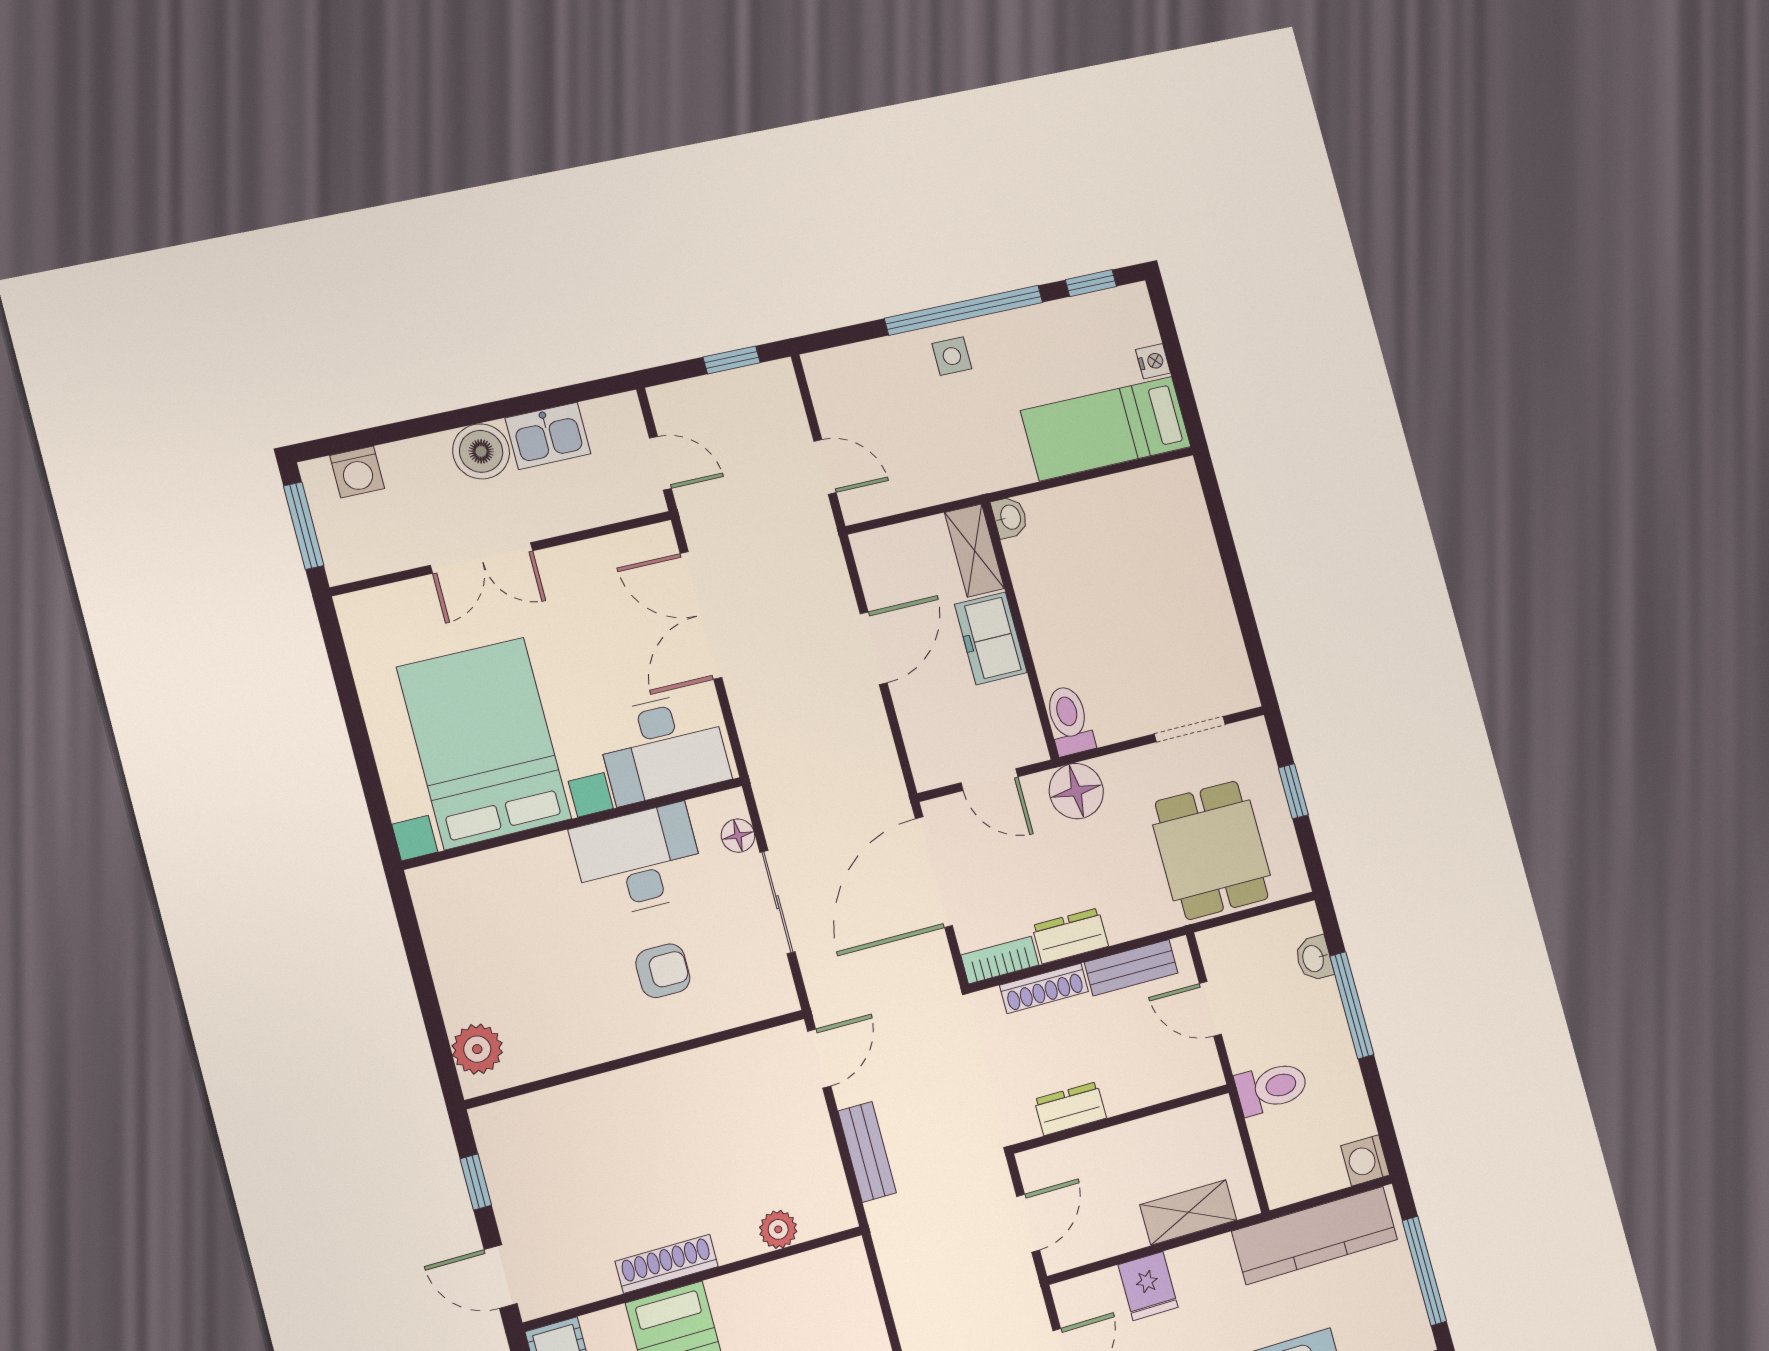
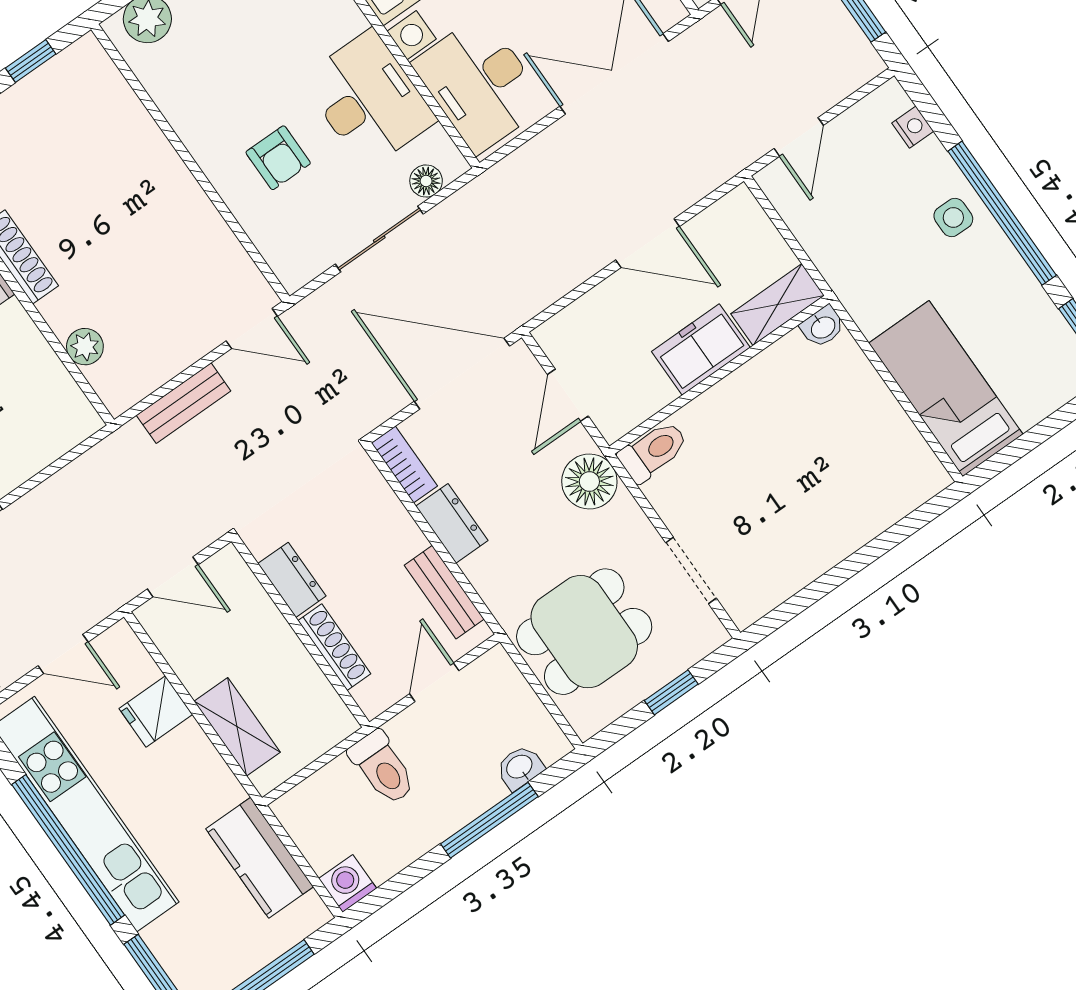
nightstand: (1153, 361) -> (913, 127), moved, turned -90
shoe rack: (1044, 988) -> (334, 647), moved, turned 180
kitchen counter: (1315, 1235) -> (260, 858), width x0.67

